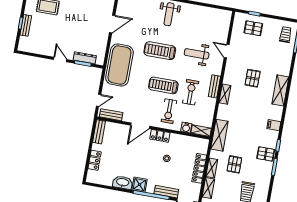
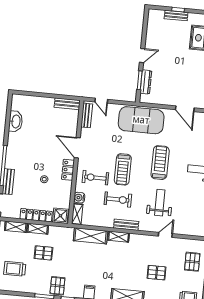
pallet: (253, 78) -> (157, 273), moved
treadmill: (163, 85) -> (123, 169), turned 180
shelving: (219, 135) -> (91, 236), moved
locker: (95, 160) -> (36, 101), removed
washbasin: (123, 182) -> (16, 121), moved
shower: (139, 185) -> (60, 216), moved

